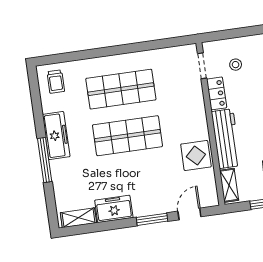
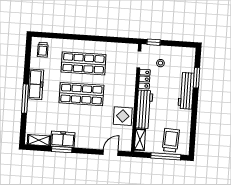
window: (219, 36) -> (154, 42), added
window: (152, 219) -> (62, 150), moved

